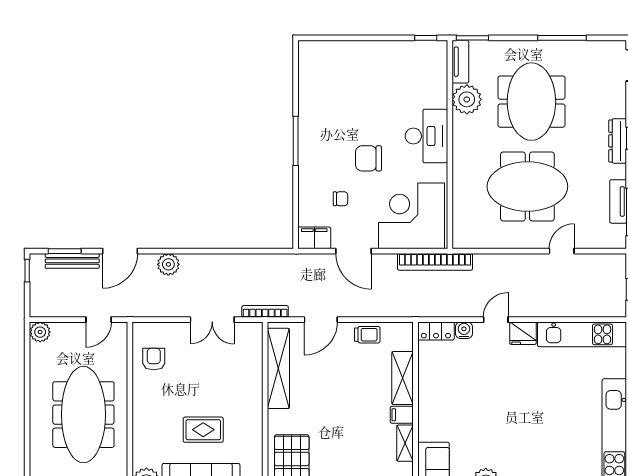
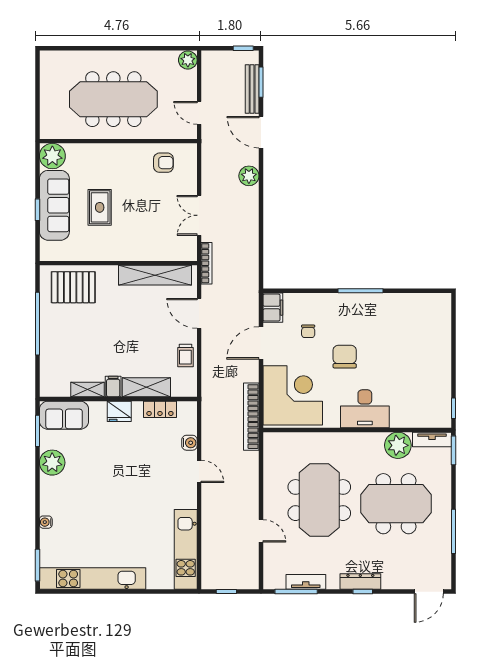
locker: (436, 331) -> (160, 409), moved, turned -90
fridge: (523, 333) -> (119, 411), moved, turned -90

